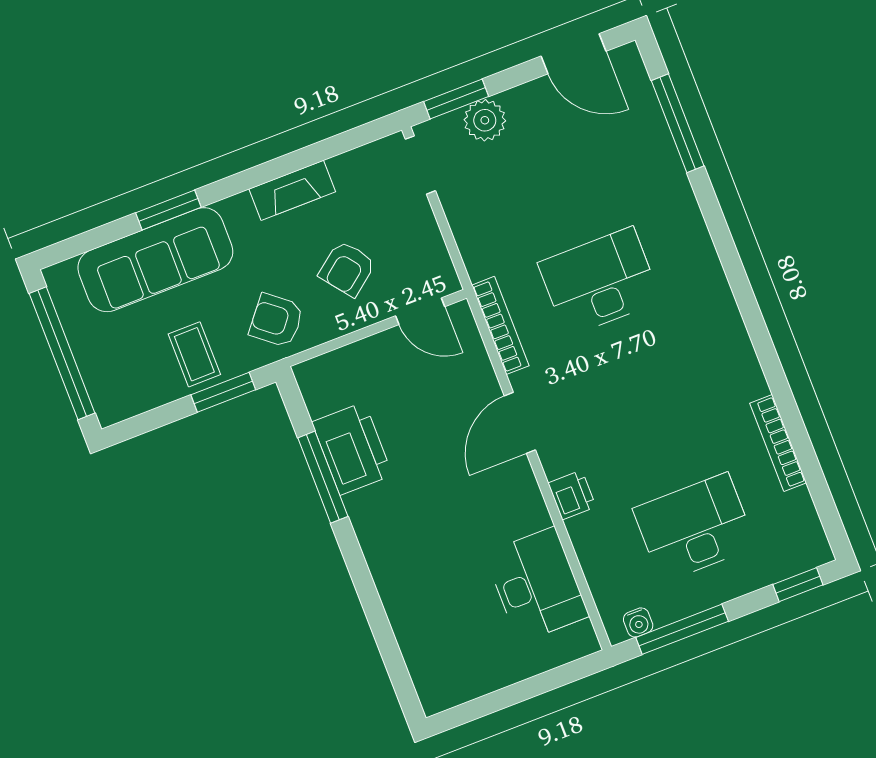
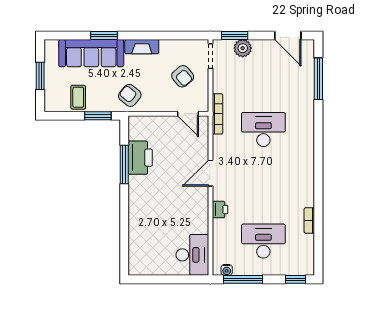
fireplace: (292, 190) -> (142, 47), moved
armchair: (347, 269) -> (183, 76), moved, turned -92
bookcase: (500, 325) -> (217, 114), moved
window: (62, 353) -> (40, 76), width x0.47
coffee table: (194, 354) -> (78, 97), moved
bookcase: (778, 443) -> (309, 220), width x0.64
desk: (537, 585) -> (192, 255), moved

